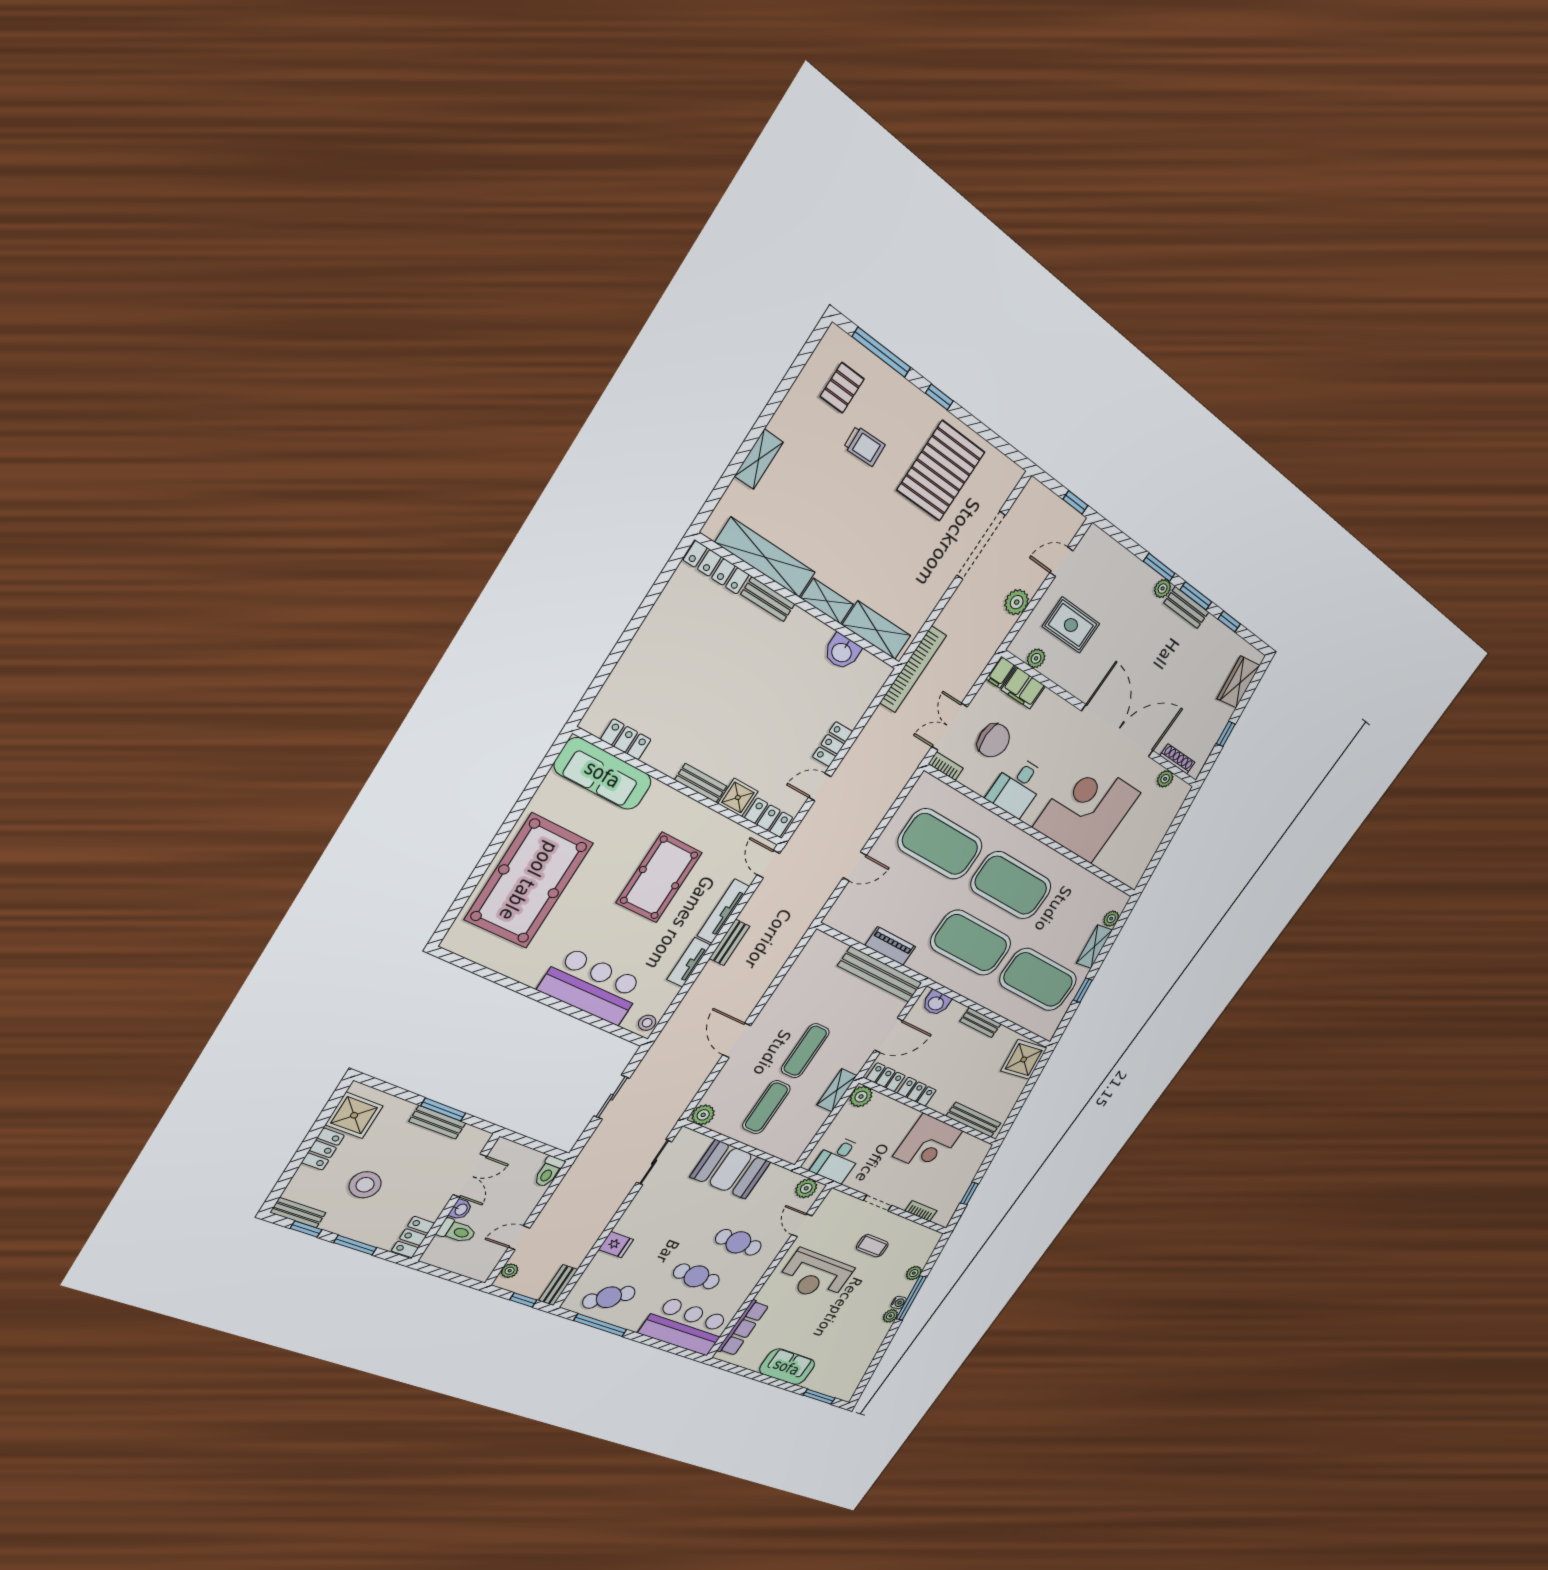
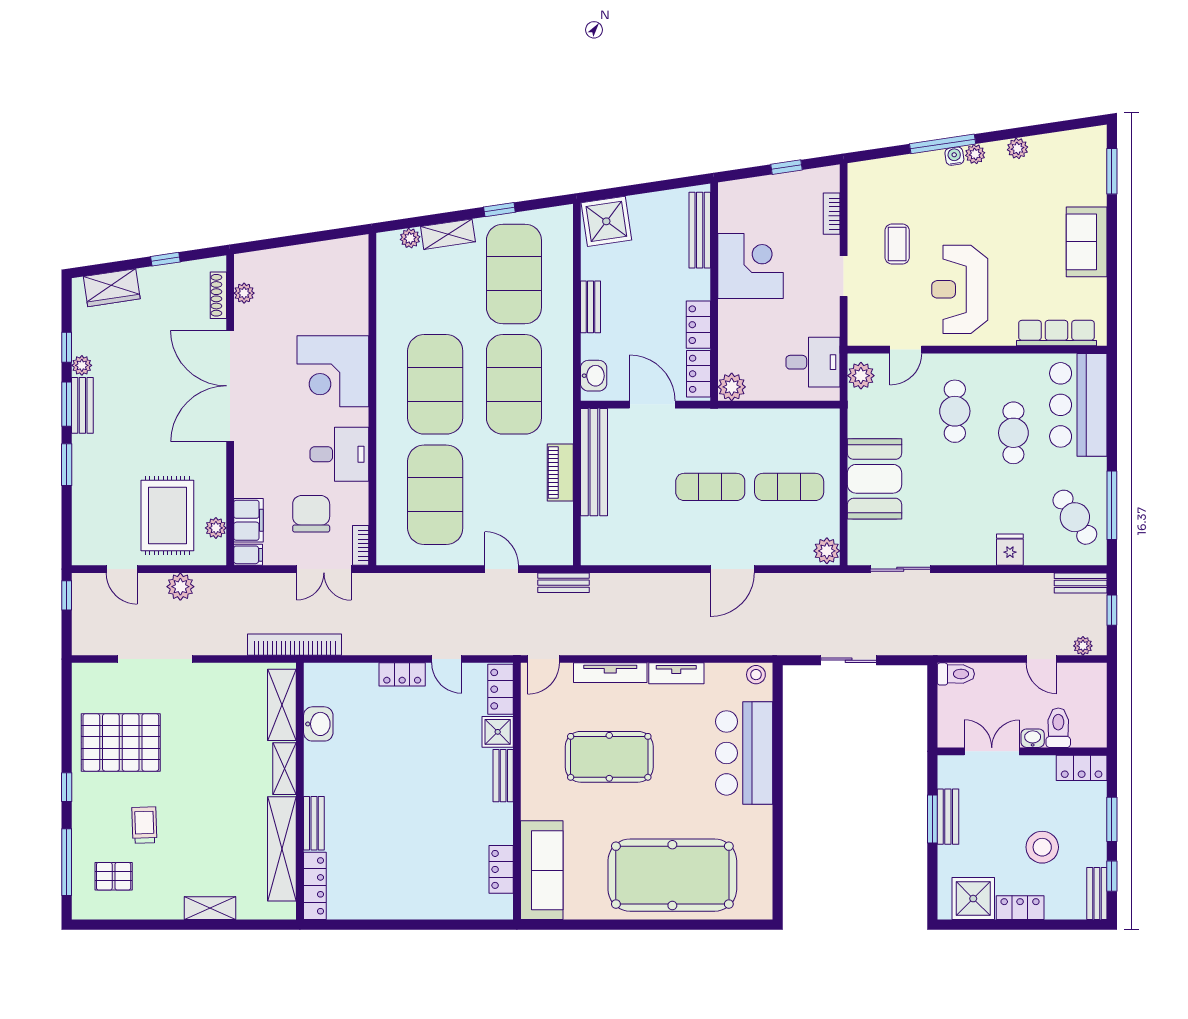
plant: (1163, 589) -> (82, 365), moved
rug: (1071, 625) -> (167, 515), width x1.36, depth x1.43
corner desk: (1087, 810) -> (333, 371), width x0.74, depth x0.74
bench: (729, 942) -> (563, 583), moved
shelving: (837, 1090) -> (737, 420), removed
plant: (914, 1273) -> (1018, 148), moved
reception desk: (815, 1275) -> (960, 289), turned 180

